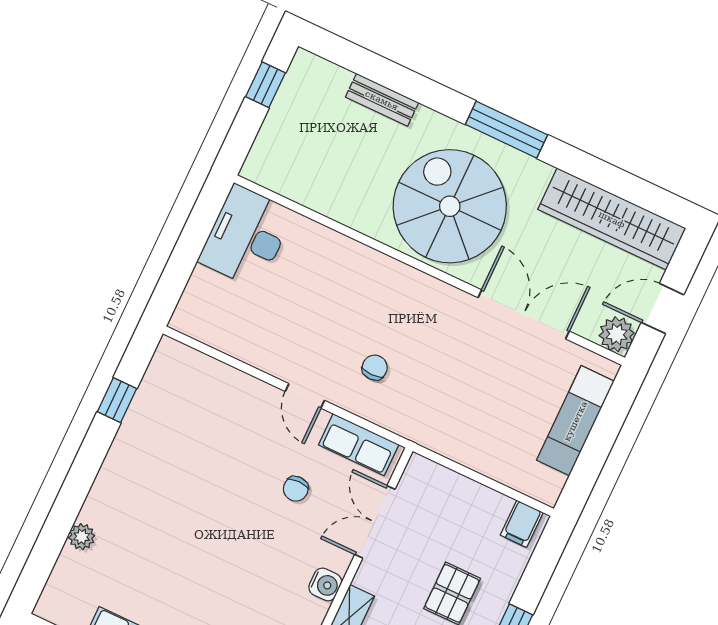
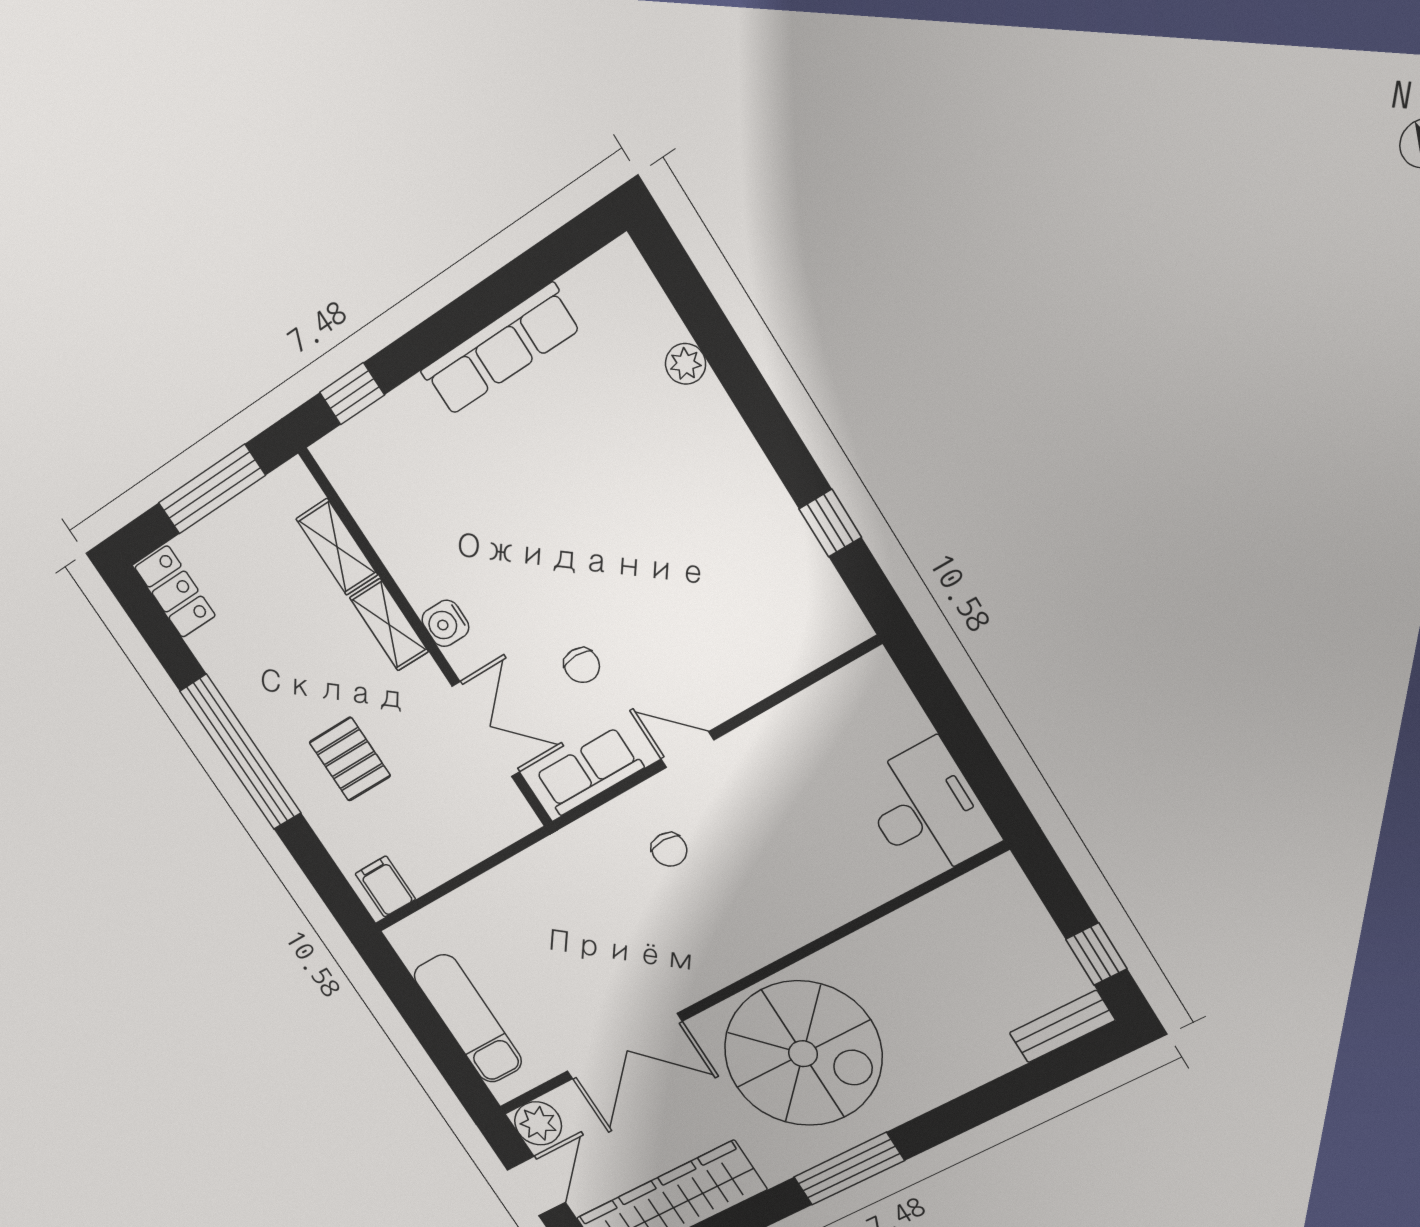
bench: (382, 100) -> (1062, 1027), moved
chair: (296, 489) -> (582, 665), turned 180

